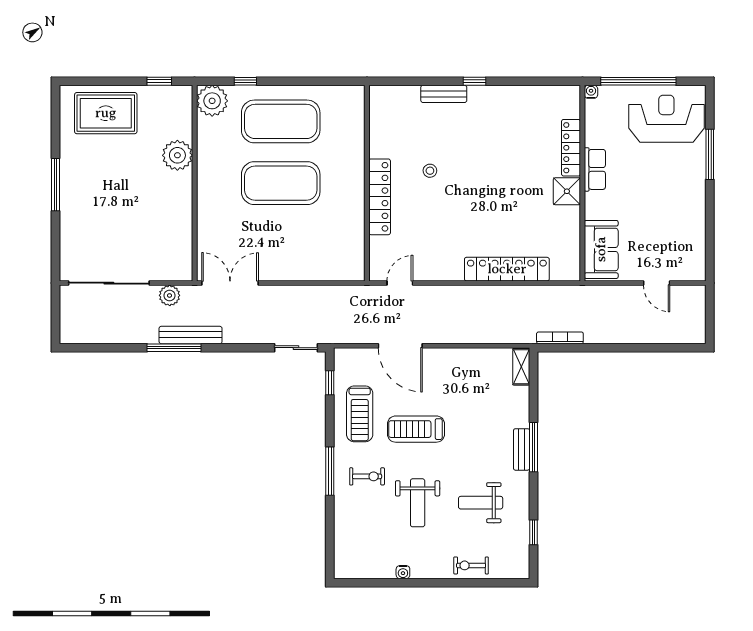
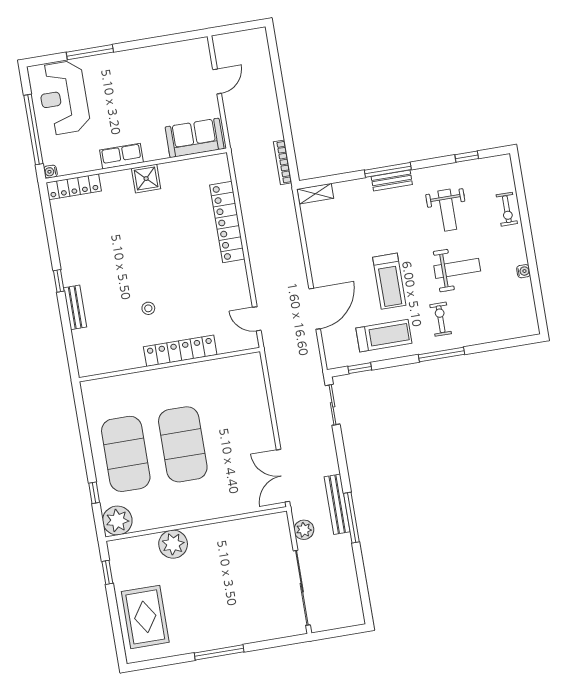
locker: (571, 148) -> (74, 187), moved

